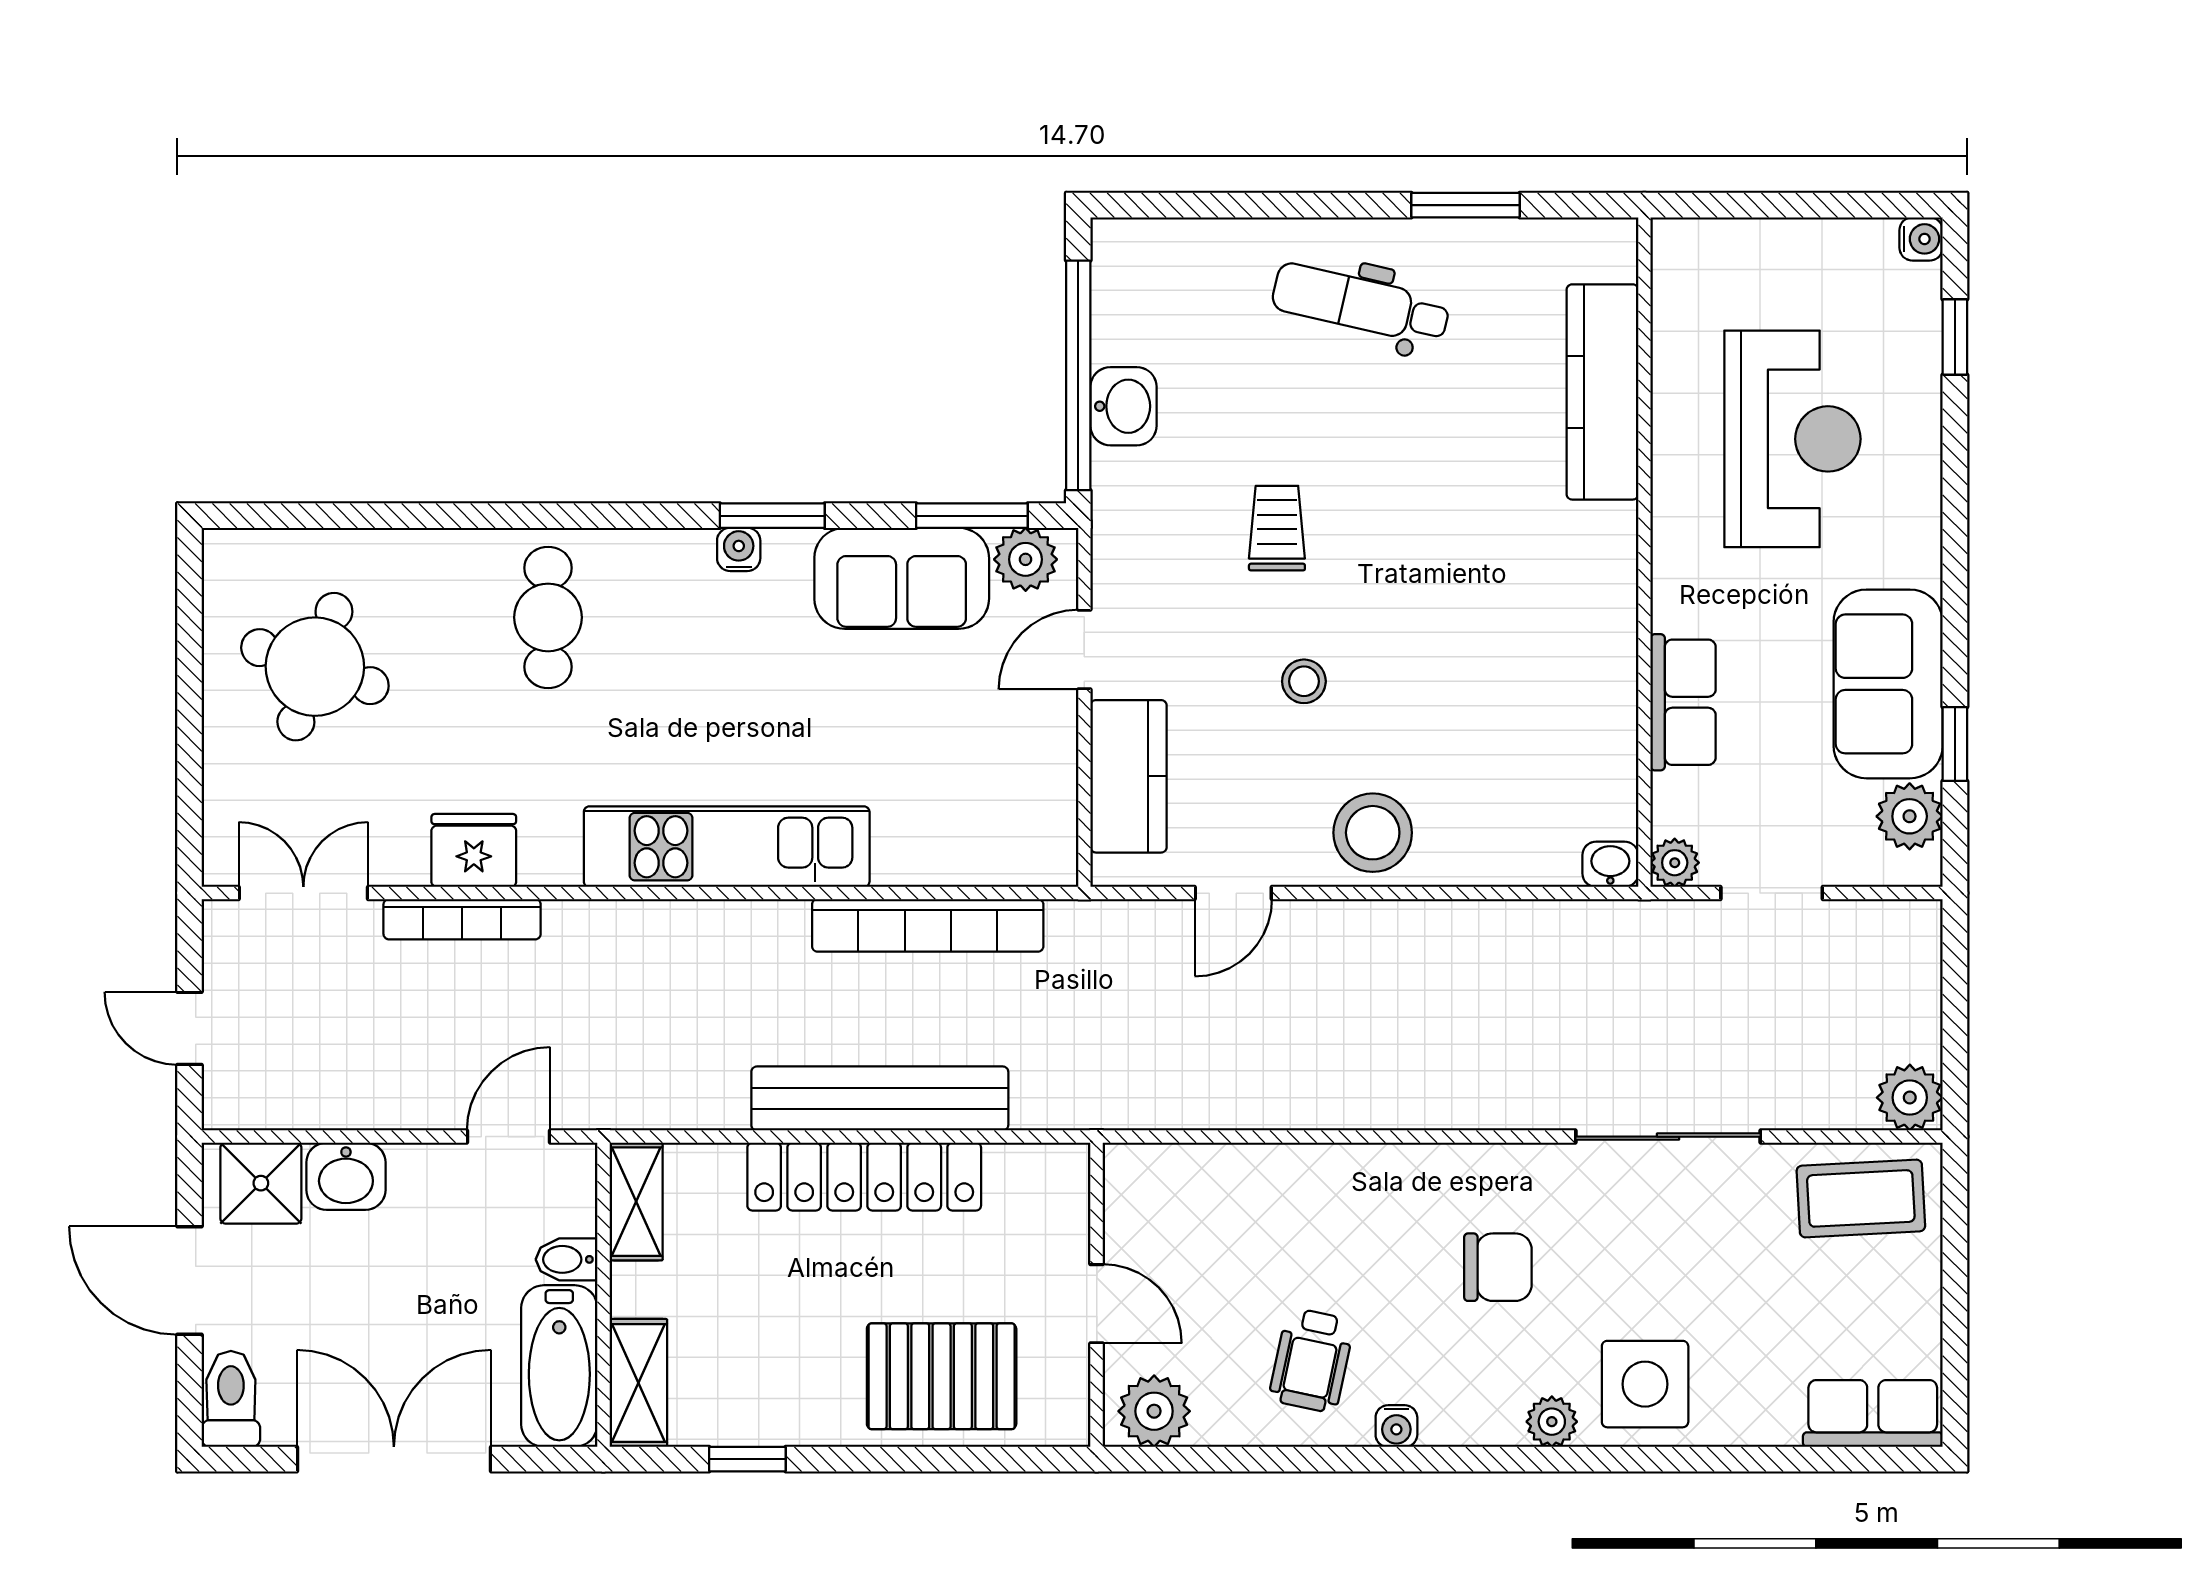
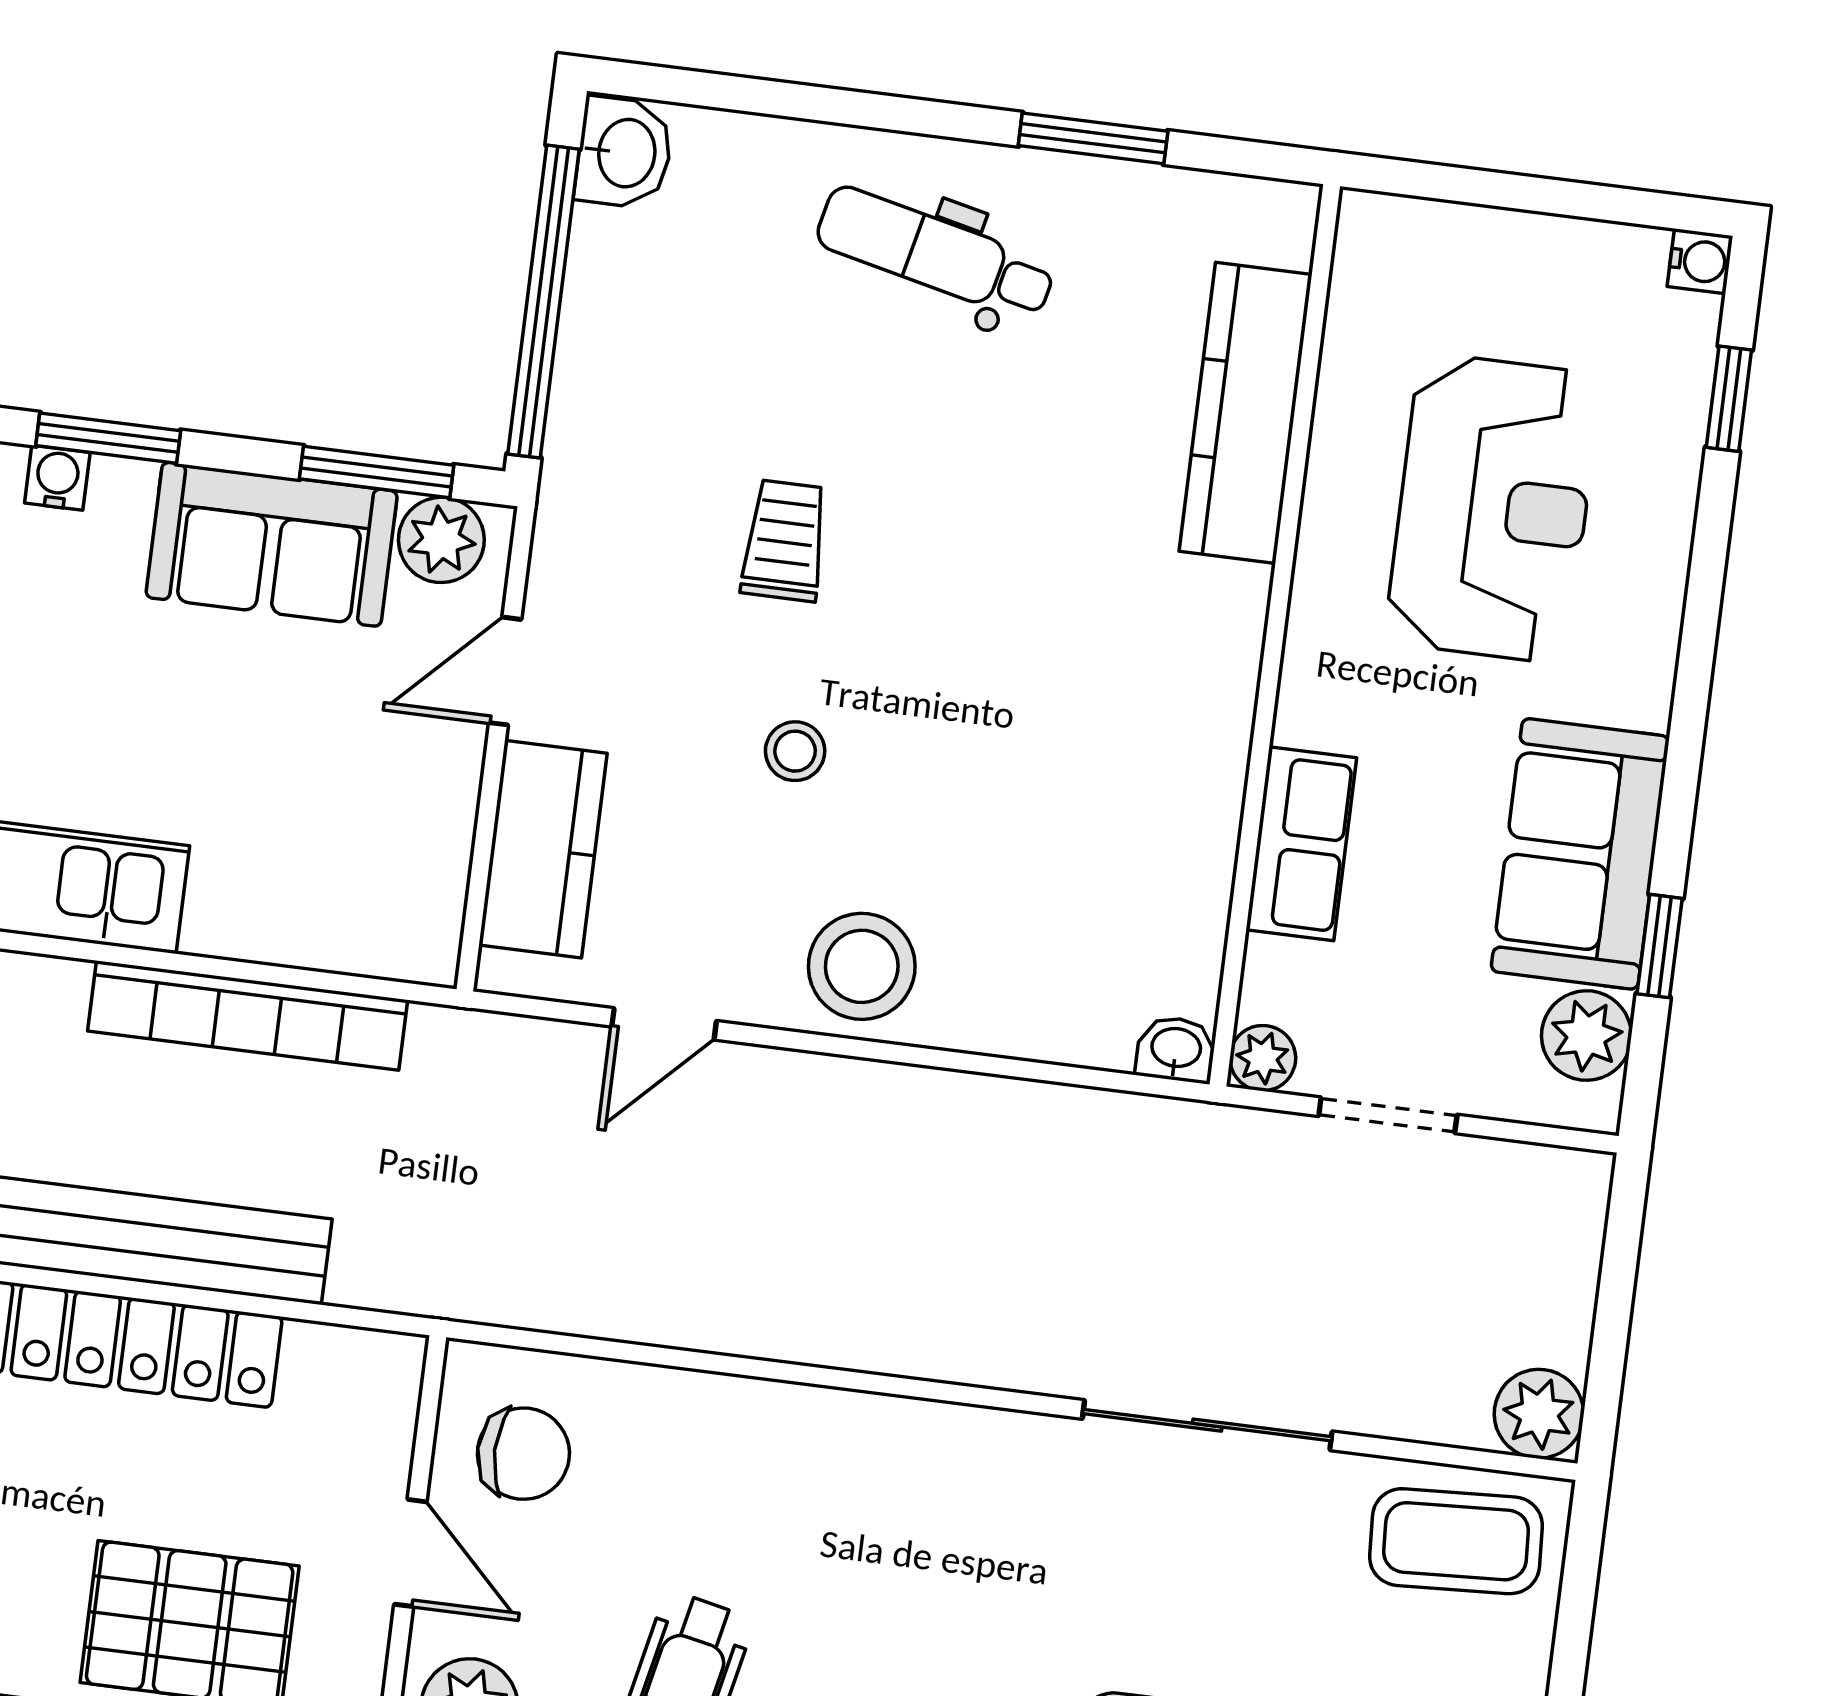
washbasin: (1124, 406) -> (624, 153), moved
chair: (1498, 1267) -> (523, 1454), moved

